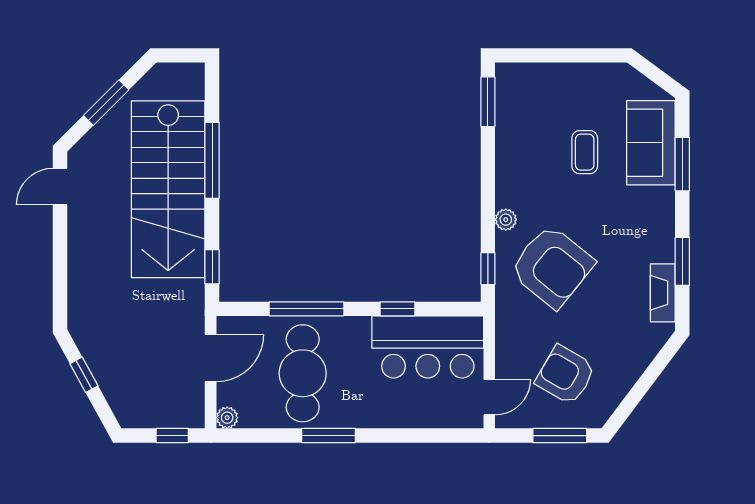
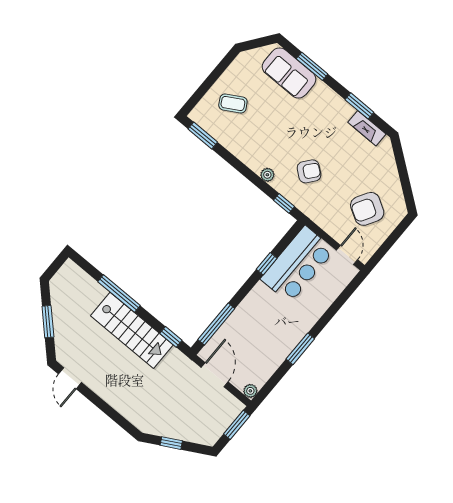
coffee table: (585, 152) -> (233, 103), moved, turned -30
stairs: (168, 189) -> (132, 330), width x0.73, depth x0.66
armchair: (552, 267) -> (309, 171), width x0.53, depth x0.53
window: (306, 309) -> (216, 324), moved
cafe table: (303, 373) -> (260, 336), removed
window: (172, 436) -> (237, 425), width x1.50
window: (560, 436) -> (394, 236), removed

